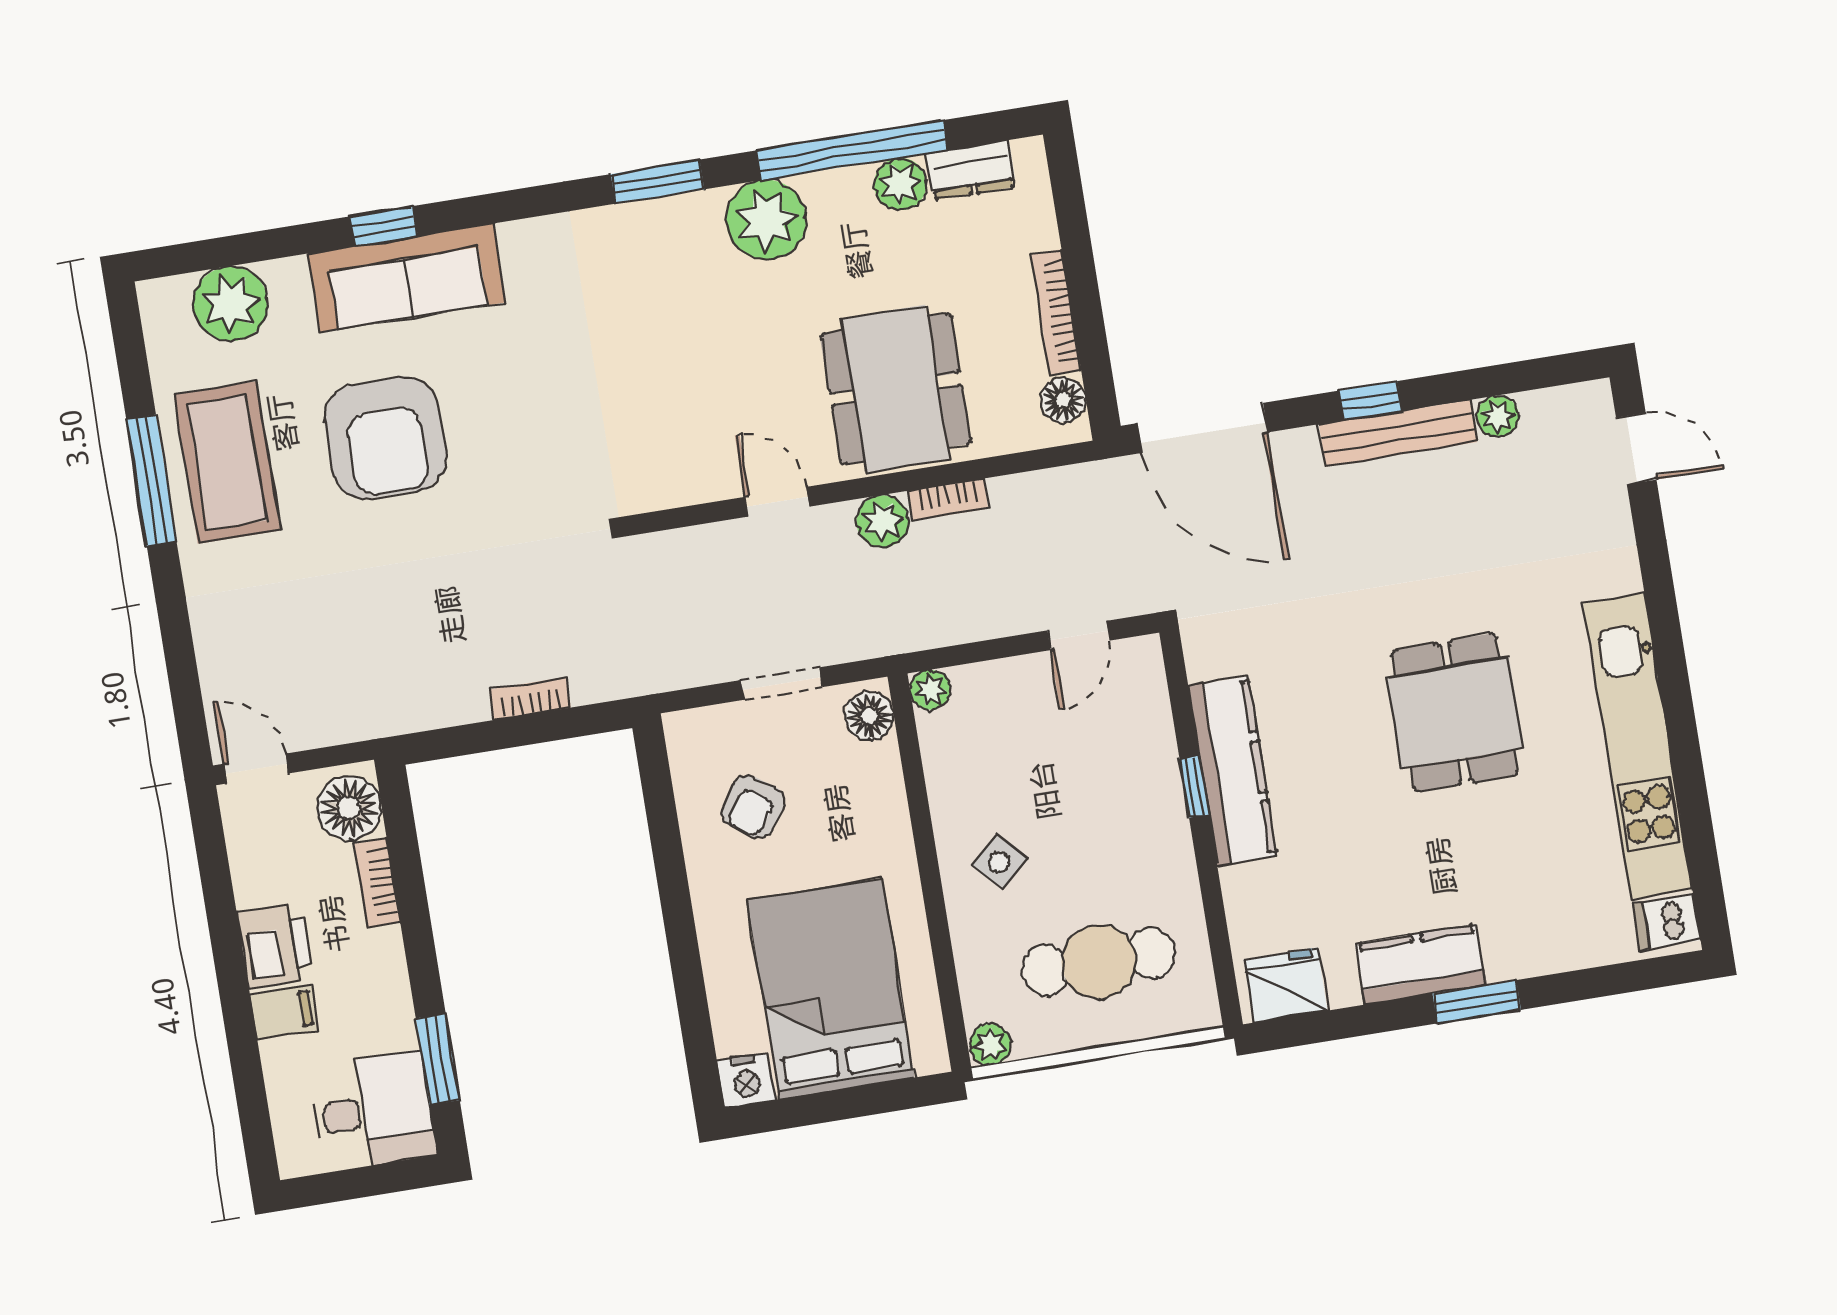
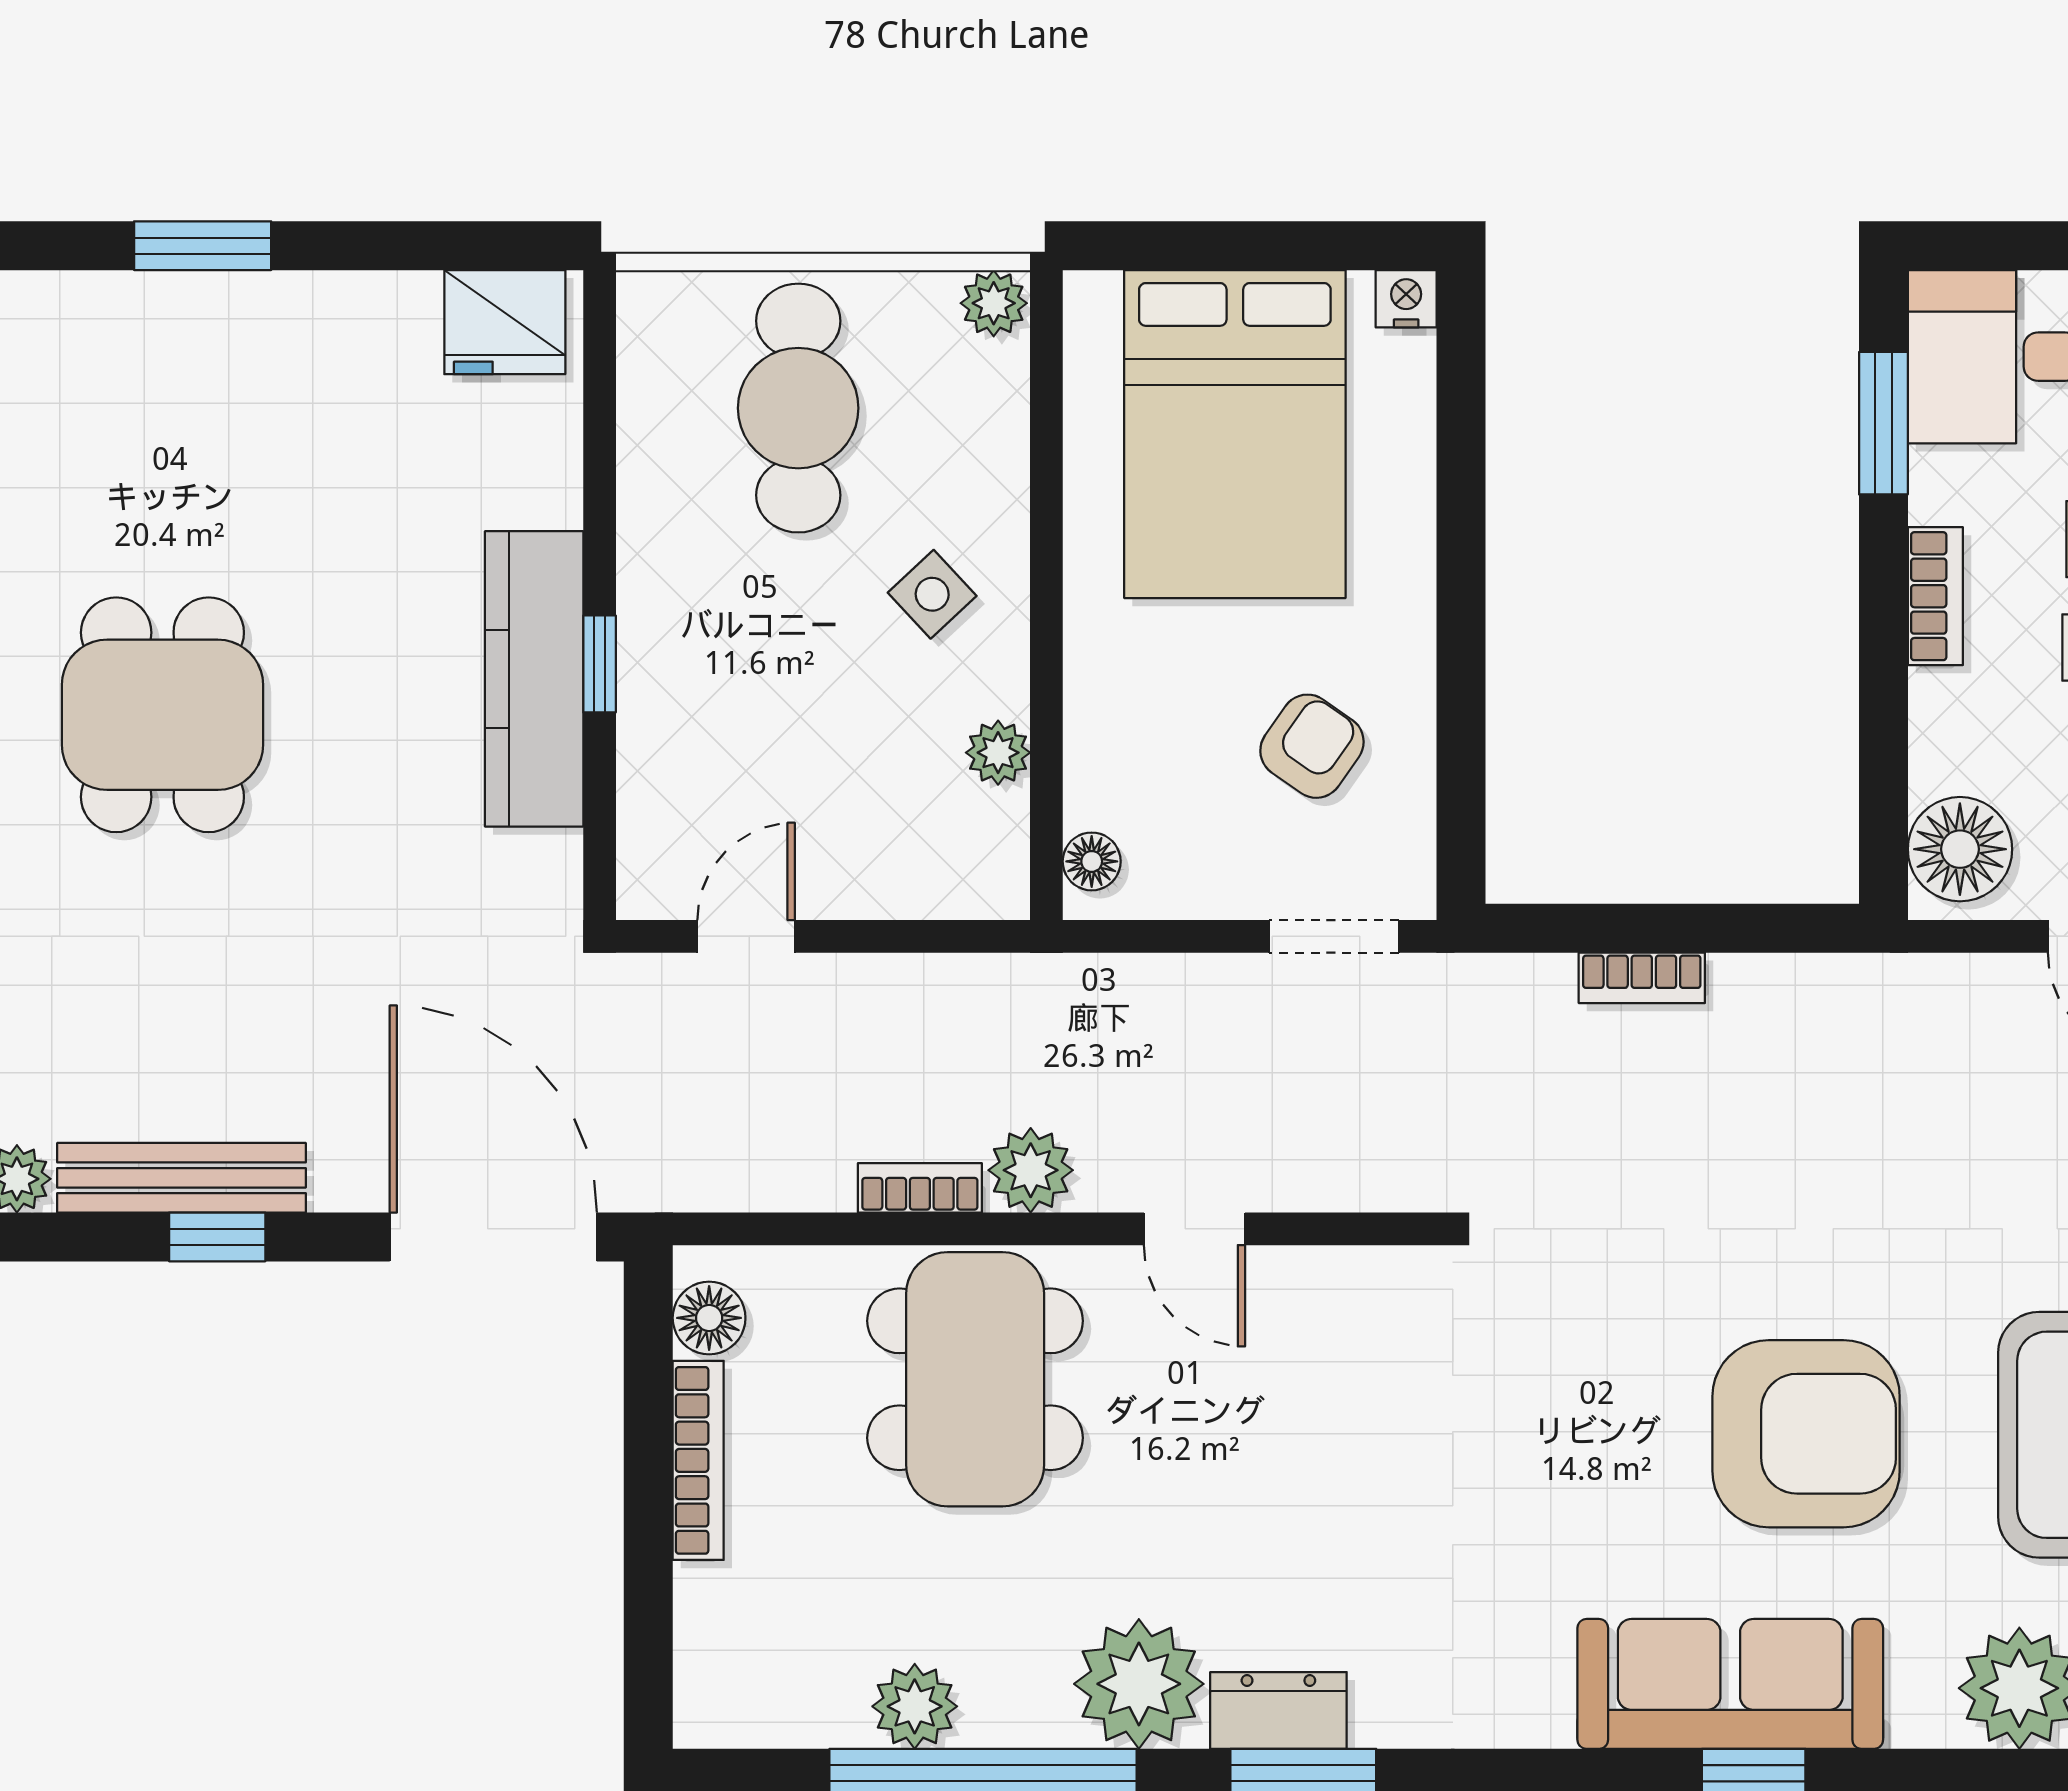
dresser: (971, 170) -> (1278, 1710), moved
armchair: (385, 437) -> (1806, 1434), turned 90
doorway: (781, 684) -> (1334, 936), moved
plant: (930, 690) -> (998, 753), moved
floor lamp: (869, 716) -> (1092, 861), width x0.73, depth x0.73
bookcase: (377, 883) -> (1935, 596), moved
cafe table: (1099, 962) -> (798, 408), turned 90
kitchen counter: (1421, 964) -> (283, 320), removed
nightstand: (746, 1081) -> (1406, 299), width x0.72, depth x0.74

